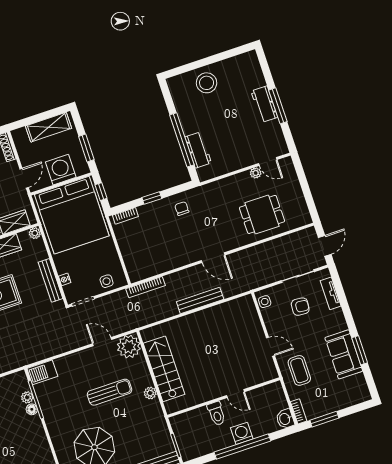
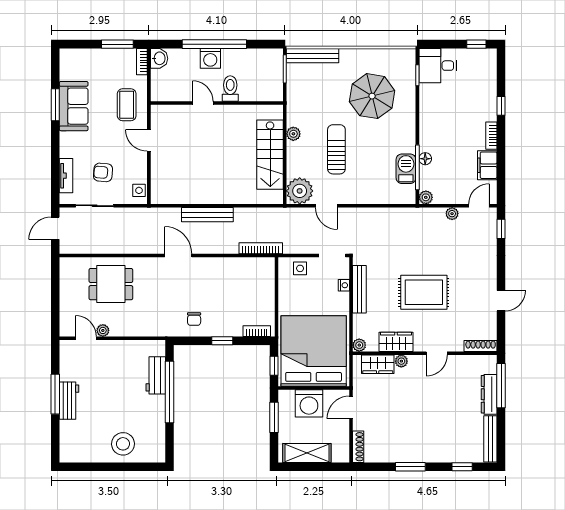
barbecue: (42, 372) -> (406, 169), moved, turned -90
sun lounger: (109, 392) -> (336, 149), turned 90
plant: (27, 397) -> (426, 197), moved

